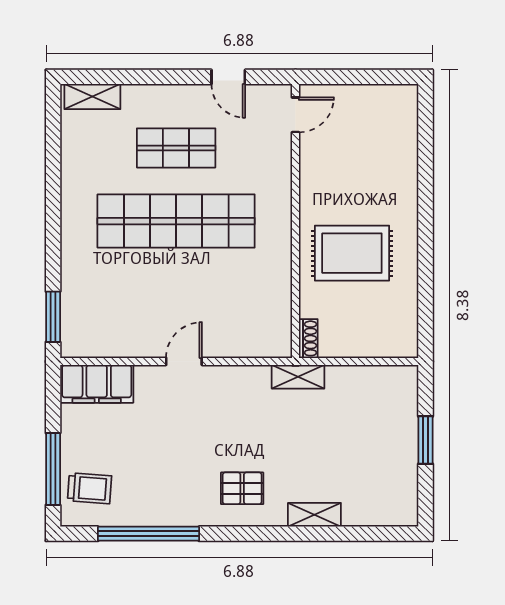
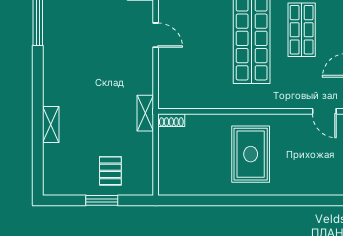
rug: (352, 253) -> (251, 154), moved
pallet: (242, 488) -> (110, 171), moved

